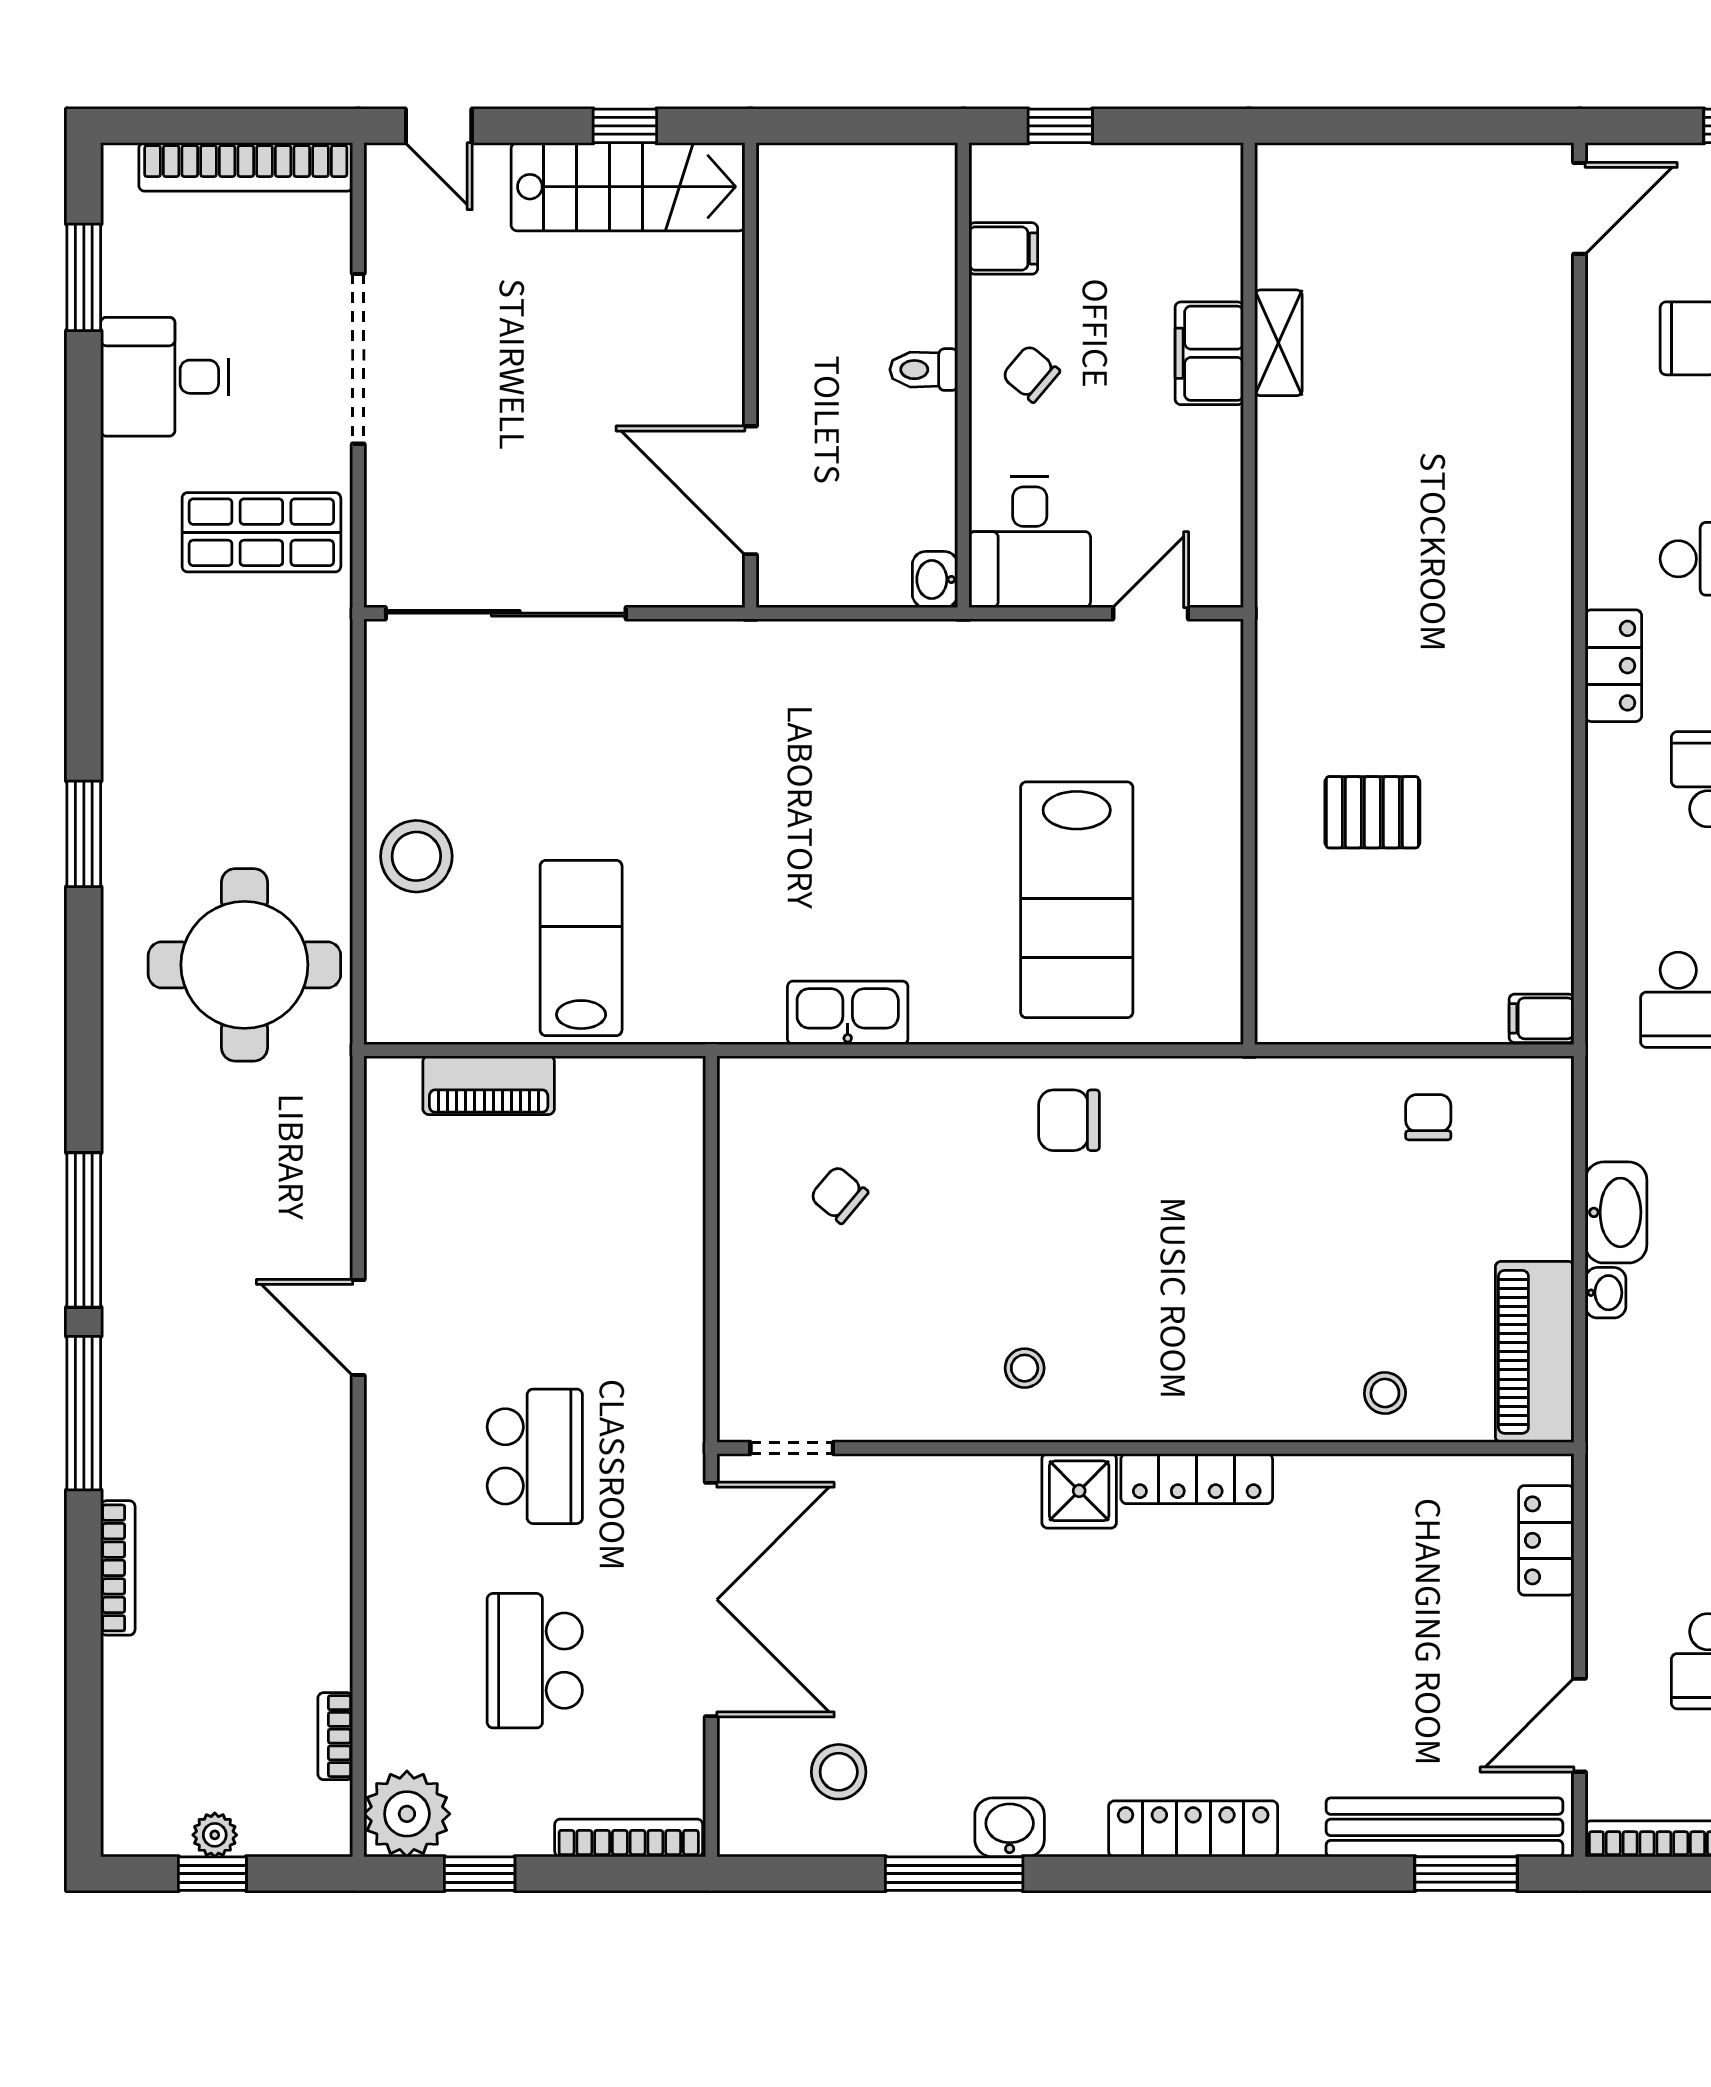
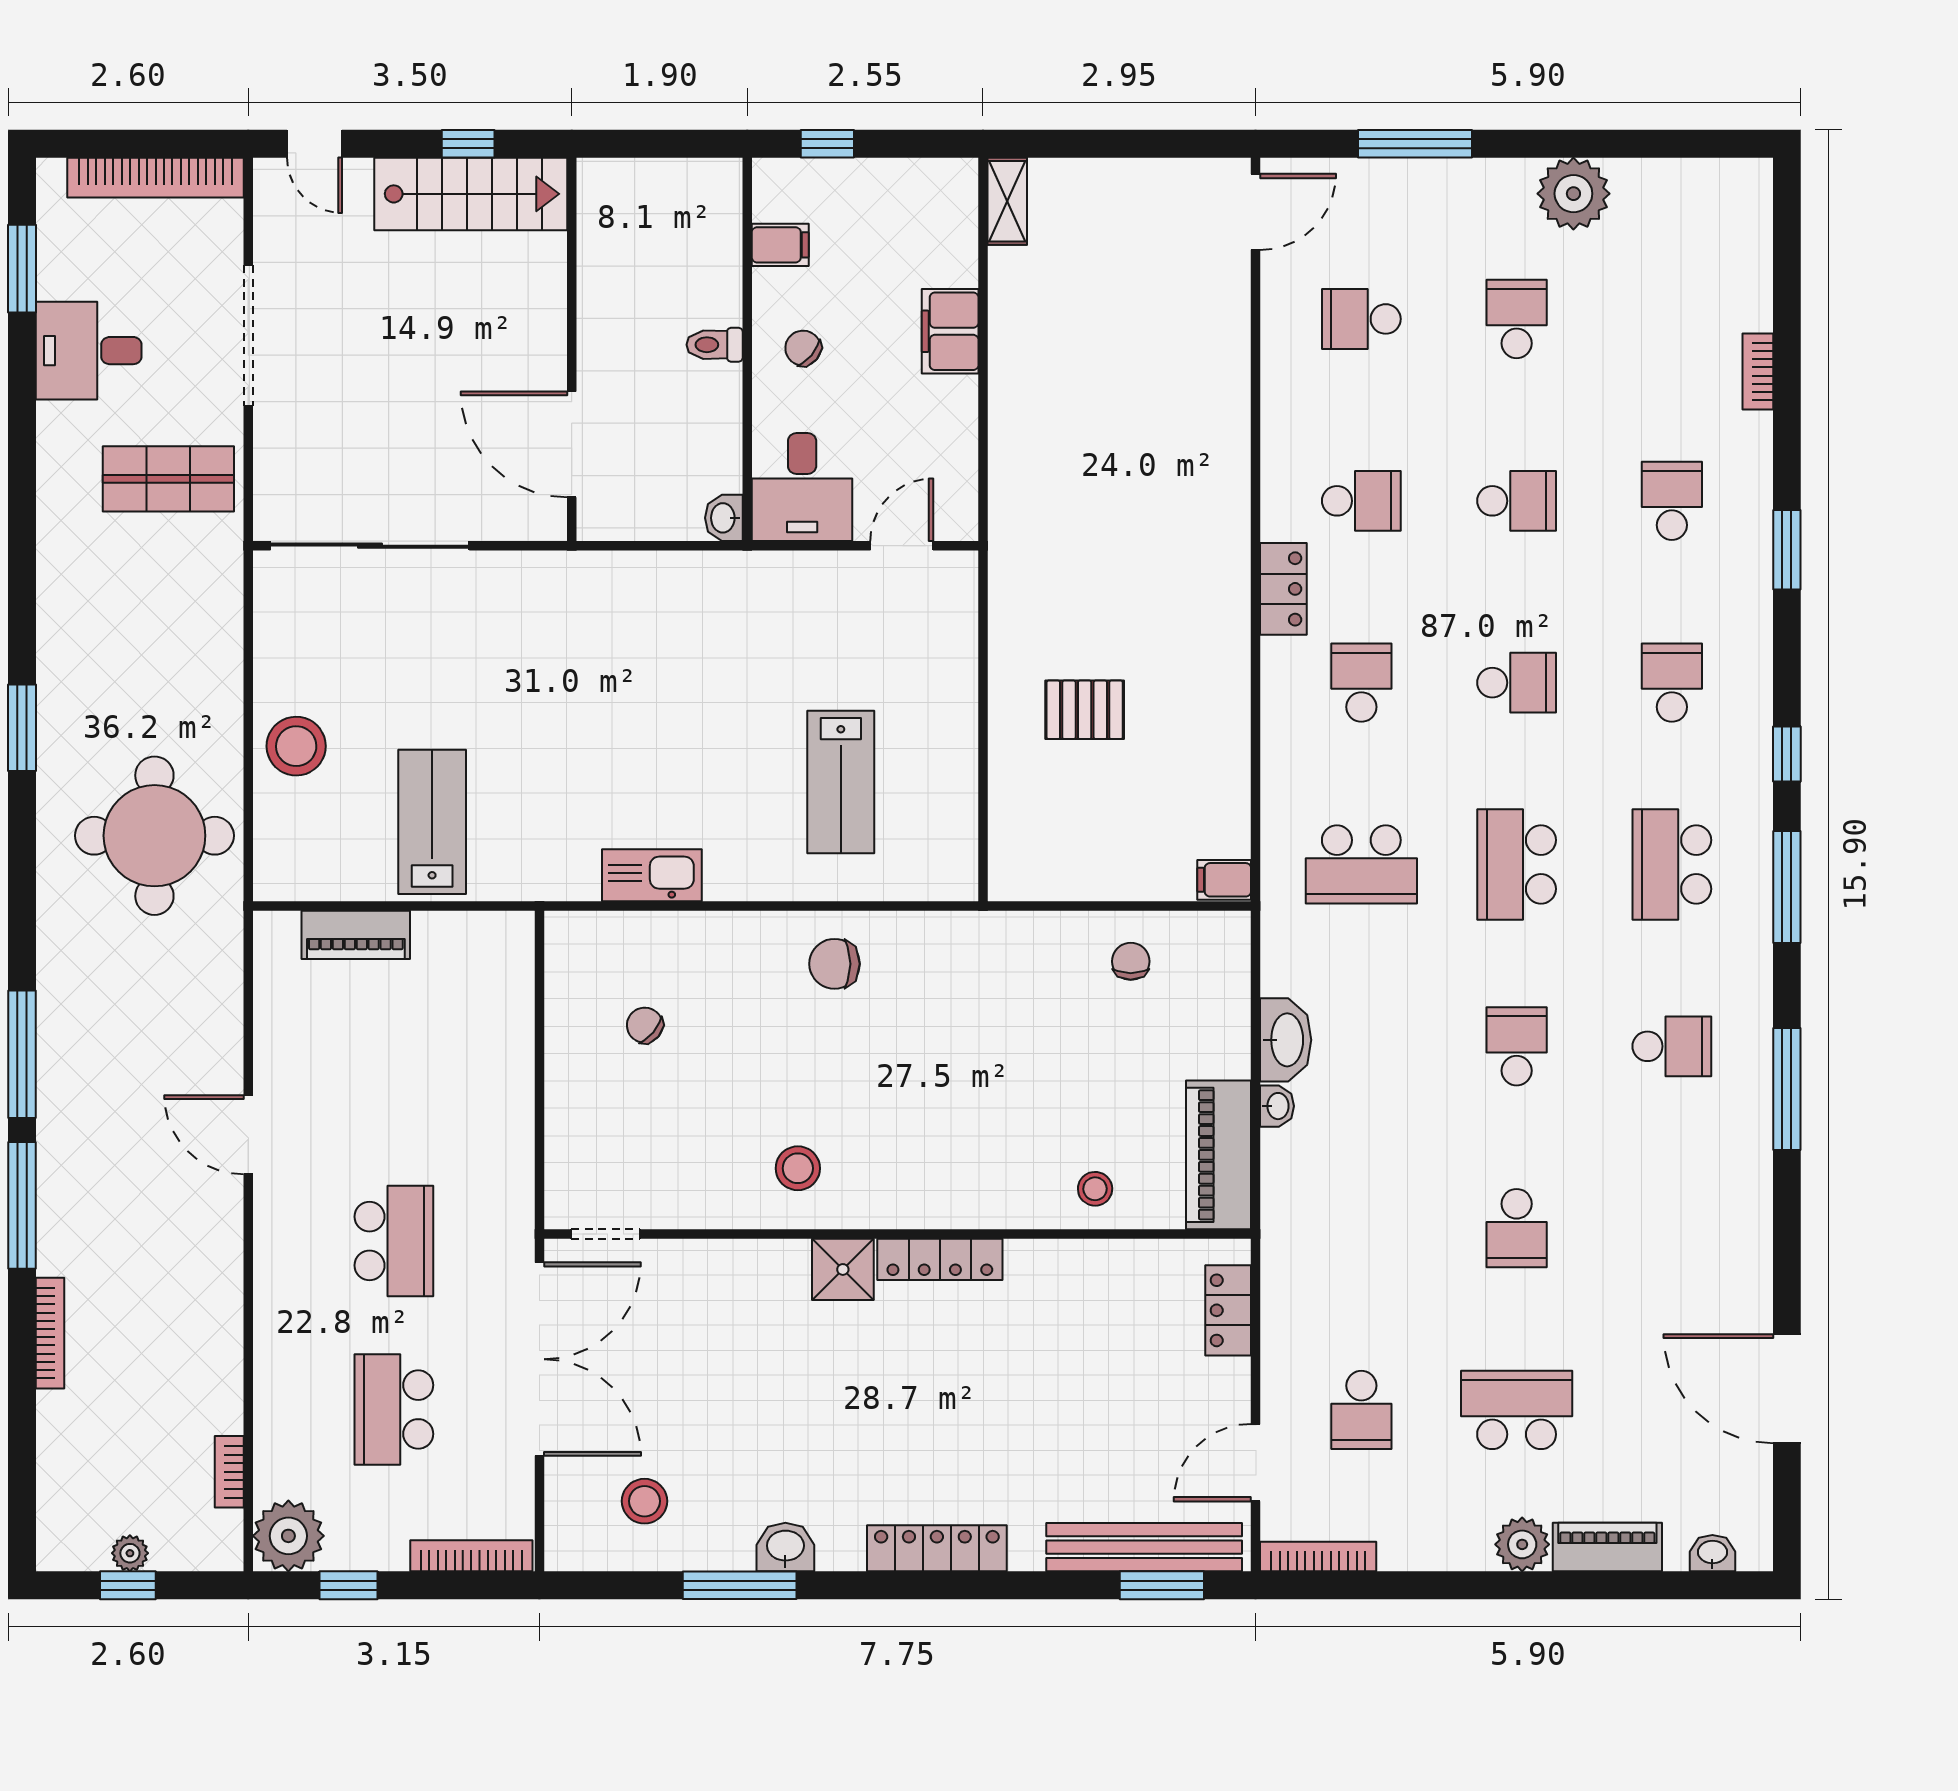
shelving: (1278, 343) -> (1007, 201), moved
lab bench: (1077, 900) -> (841, 782), width x0.73, depth x0.72
stool: (1025, 1368) -> (798, 1168), width x1.37, depth x1.37

